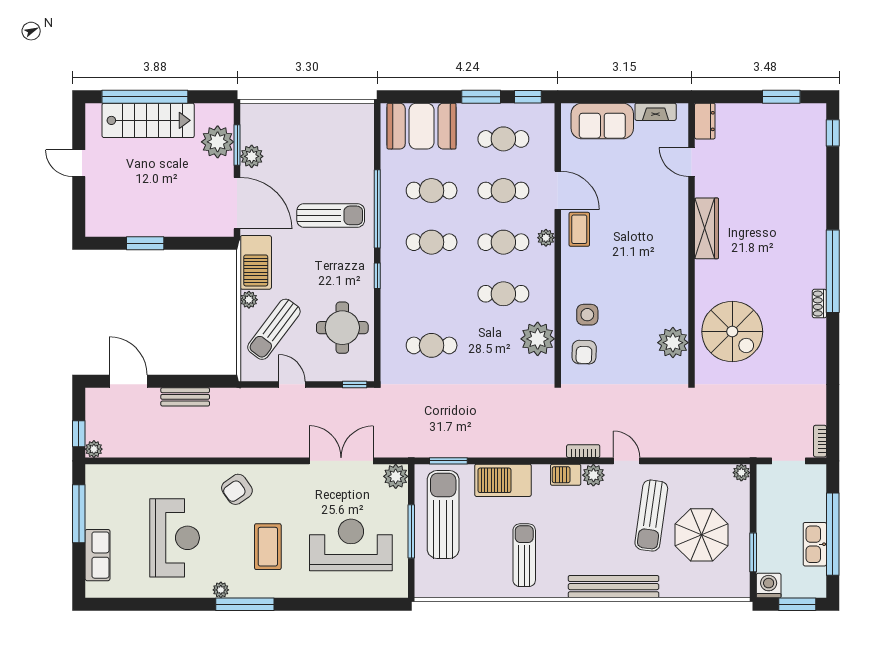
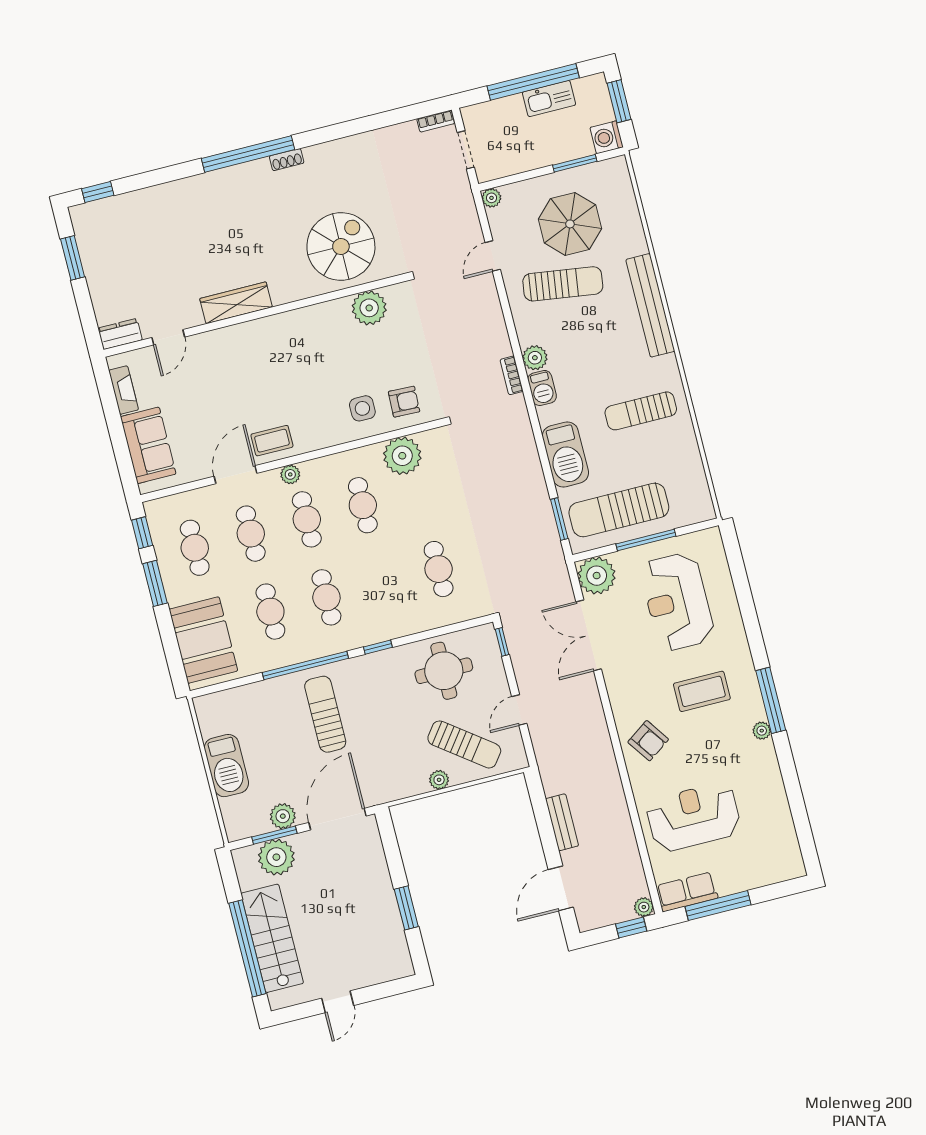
barbecue: (256, 262) -> (226, 766), moved, turned 90
door: (627, 461) -> (493, 256), moved
plant: (396, 476) -> (597, 576), width x1.36, depth x1.36
reception desk: (175, 538) -> (694, 817), moved
row of seats: (98, 555) -> (687, 892), moved

